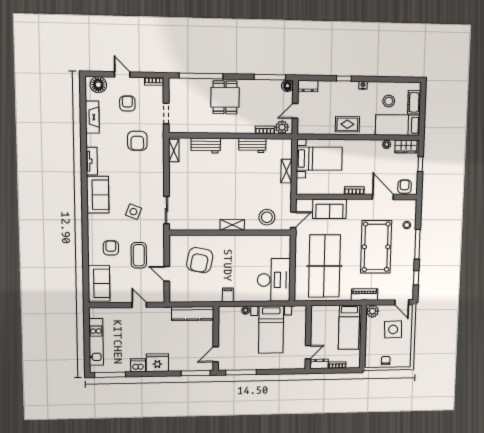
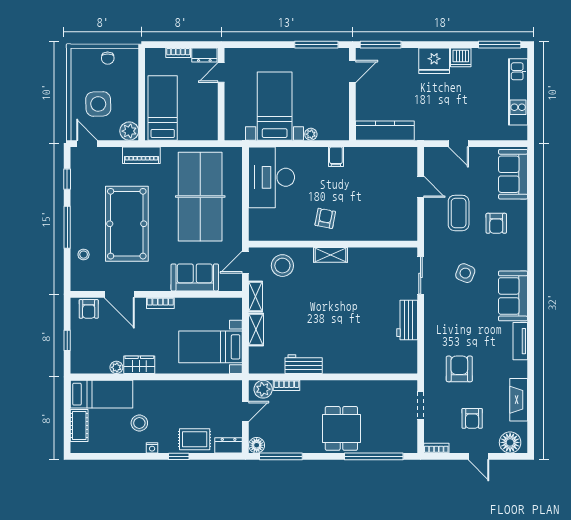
stool: (389, 101) -> (139, 423), moved
rug: (347, 124) -> (195, 439), moved
workbench: (206, 146) -> (407, 320), moved, turned -90
wardrobe: (406, 147) -> (139, 365), moved
shelving: (174, 150) -> (256, 296), moved
armchair: (200, 260) -> (325, 218), moved, width x0.53, depth x0.53

